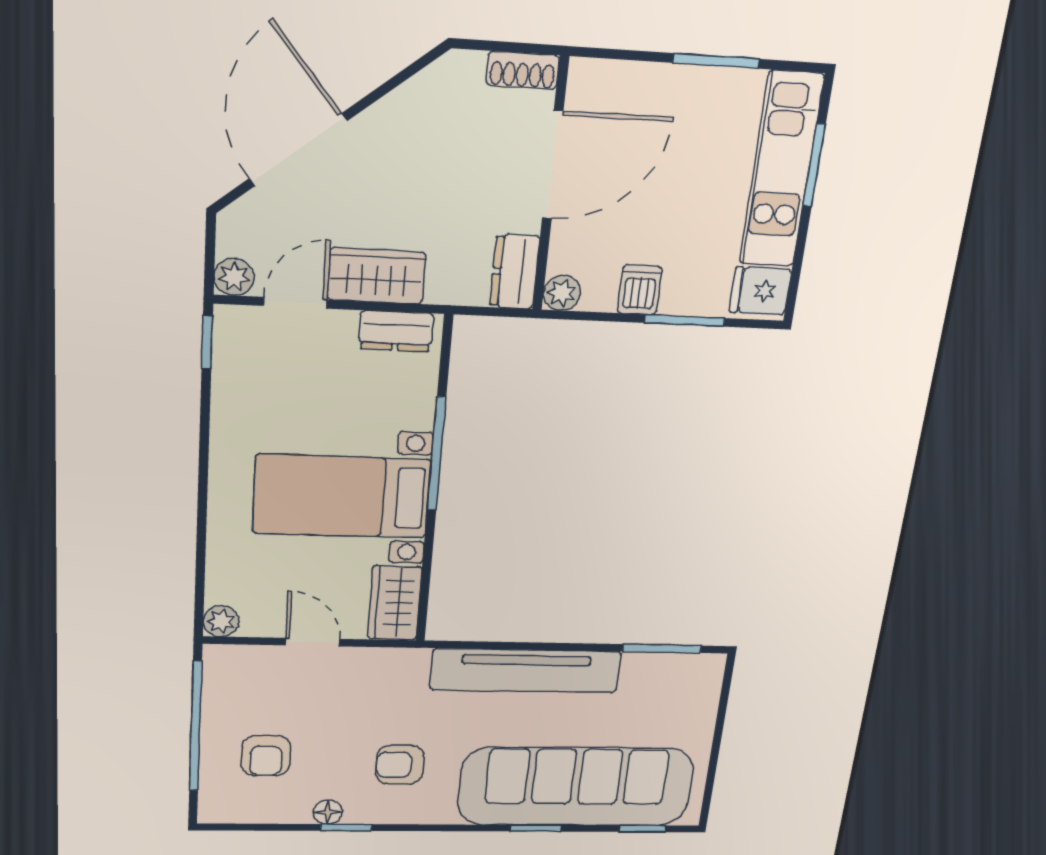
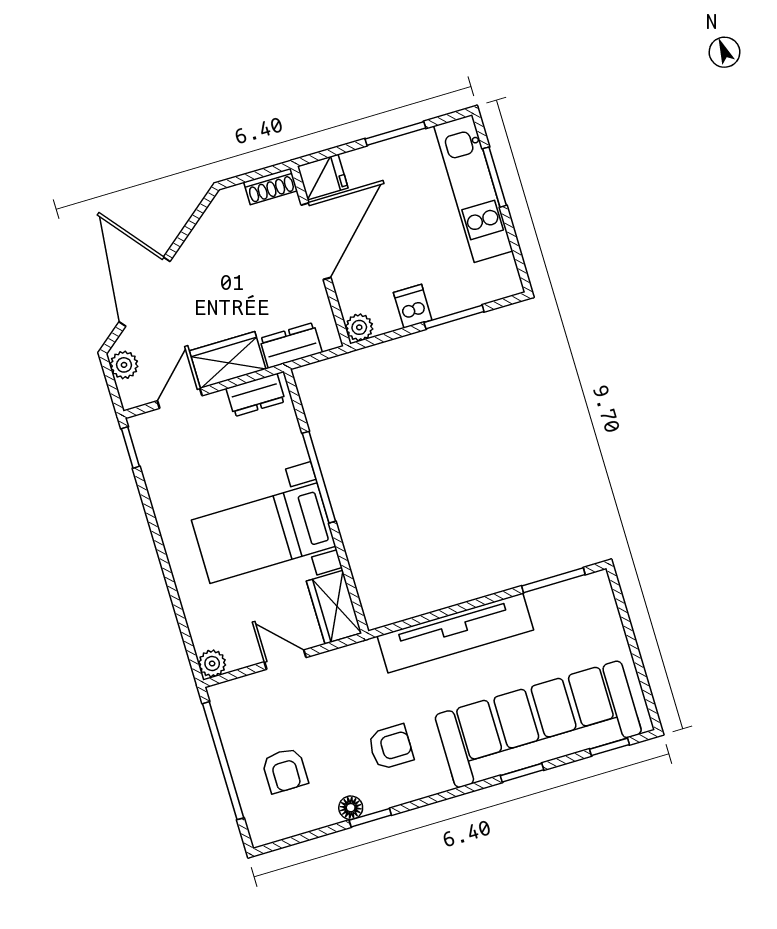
dresser: (515, 272) -> (291, 345), moved, turned 90
plant: (234, 277) -> (124, 365), moved
fridge: (760, 291) -> (323, 177), moved, turned 180
armchair: (400, 765) -> (391, 747), turned 180

